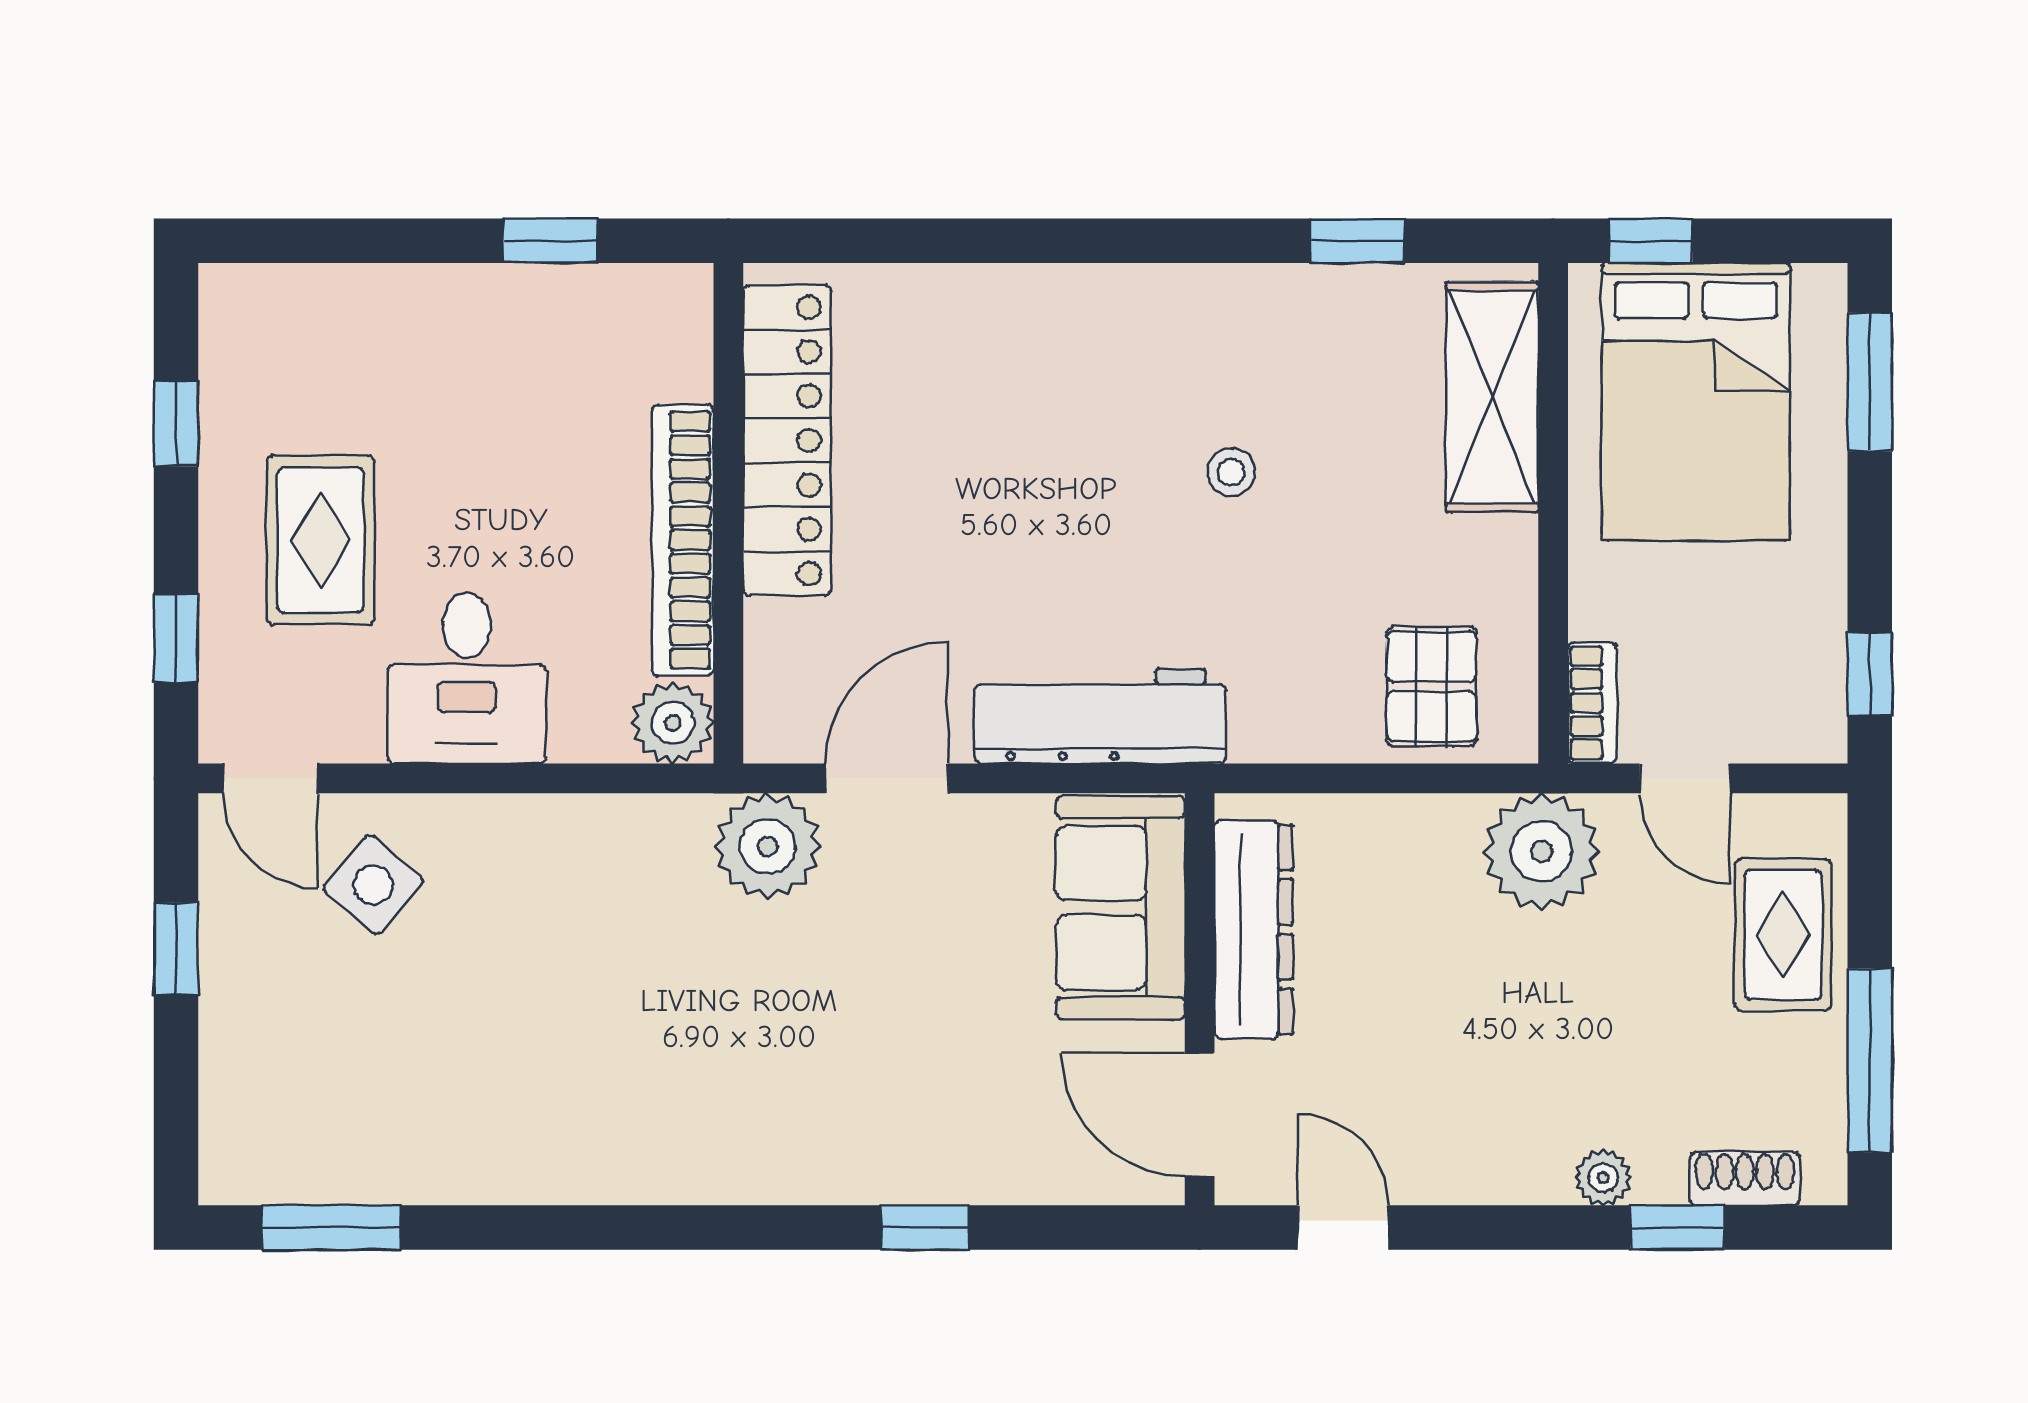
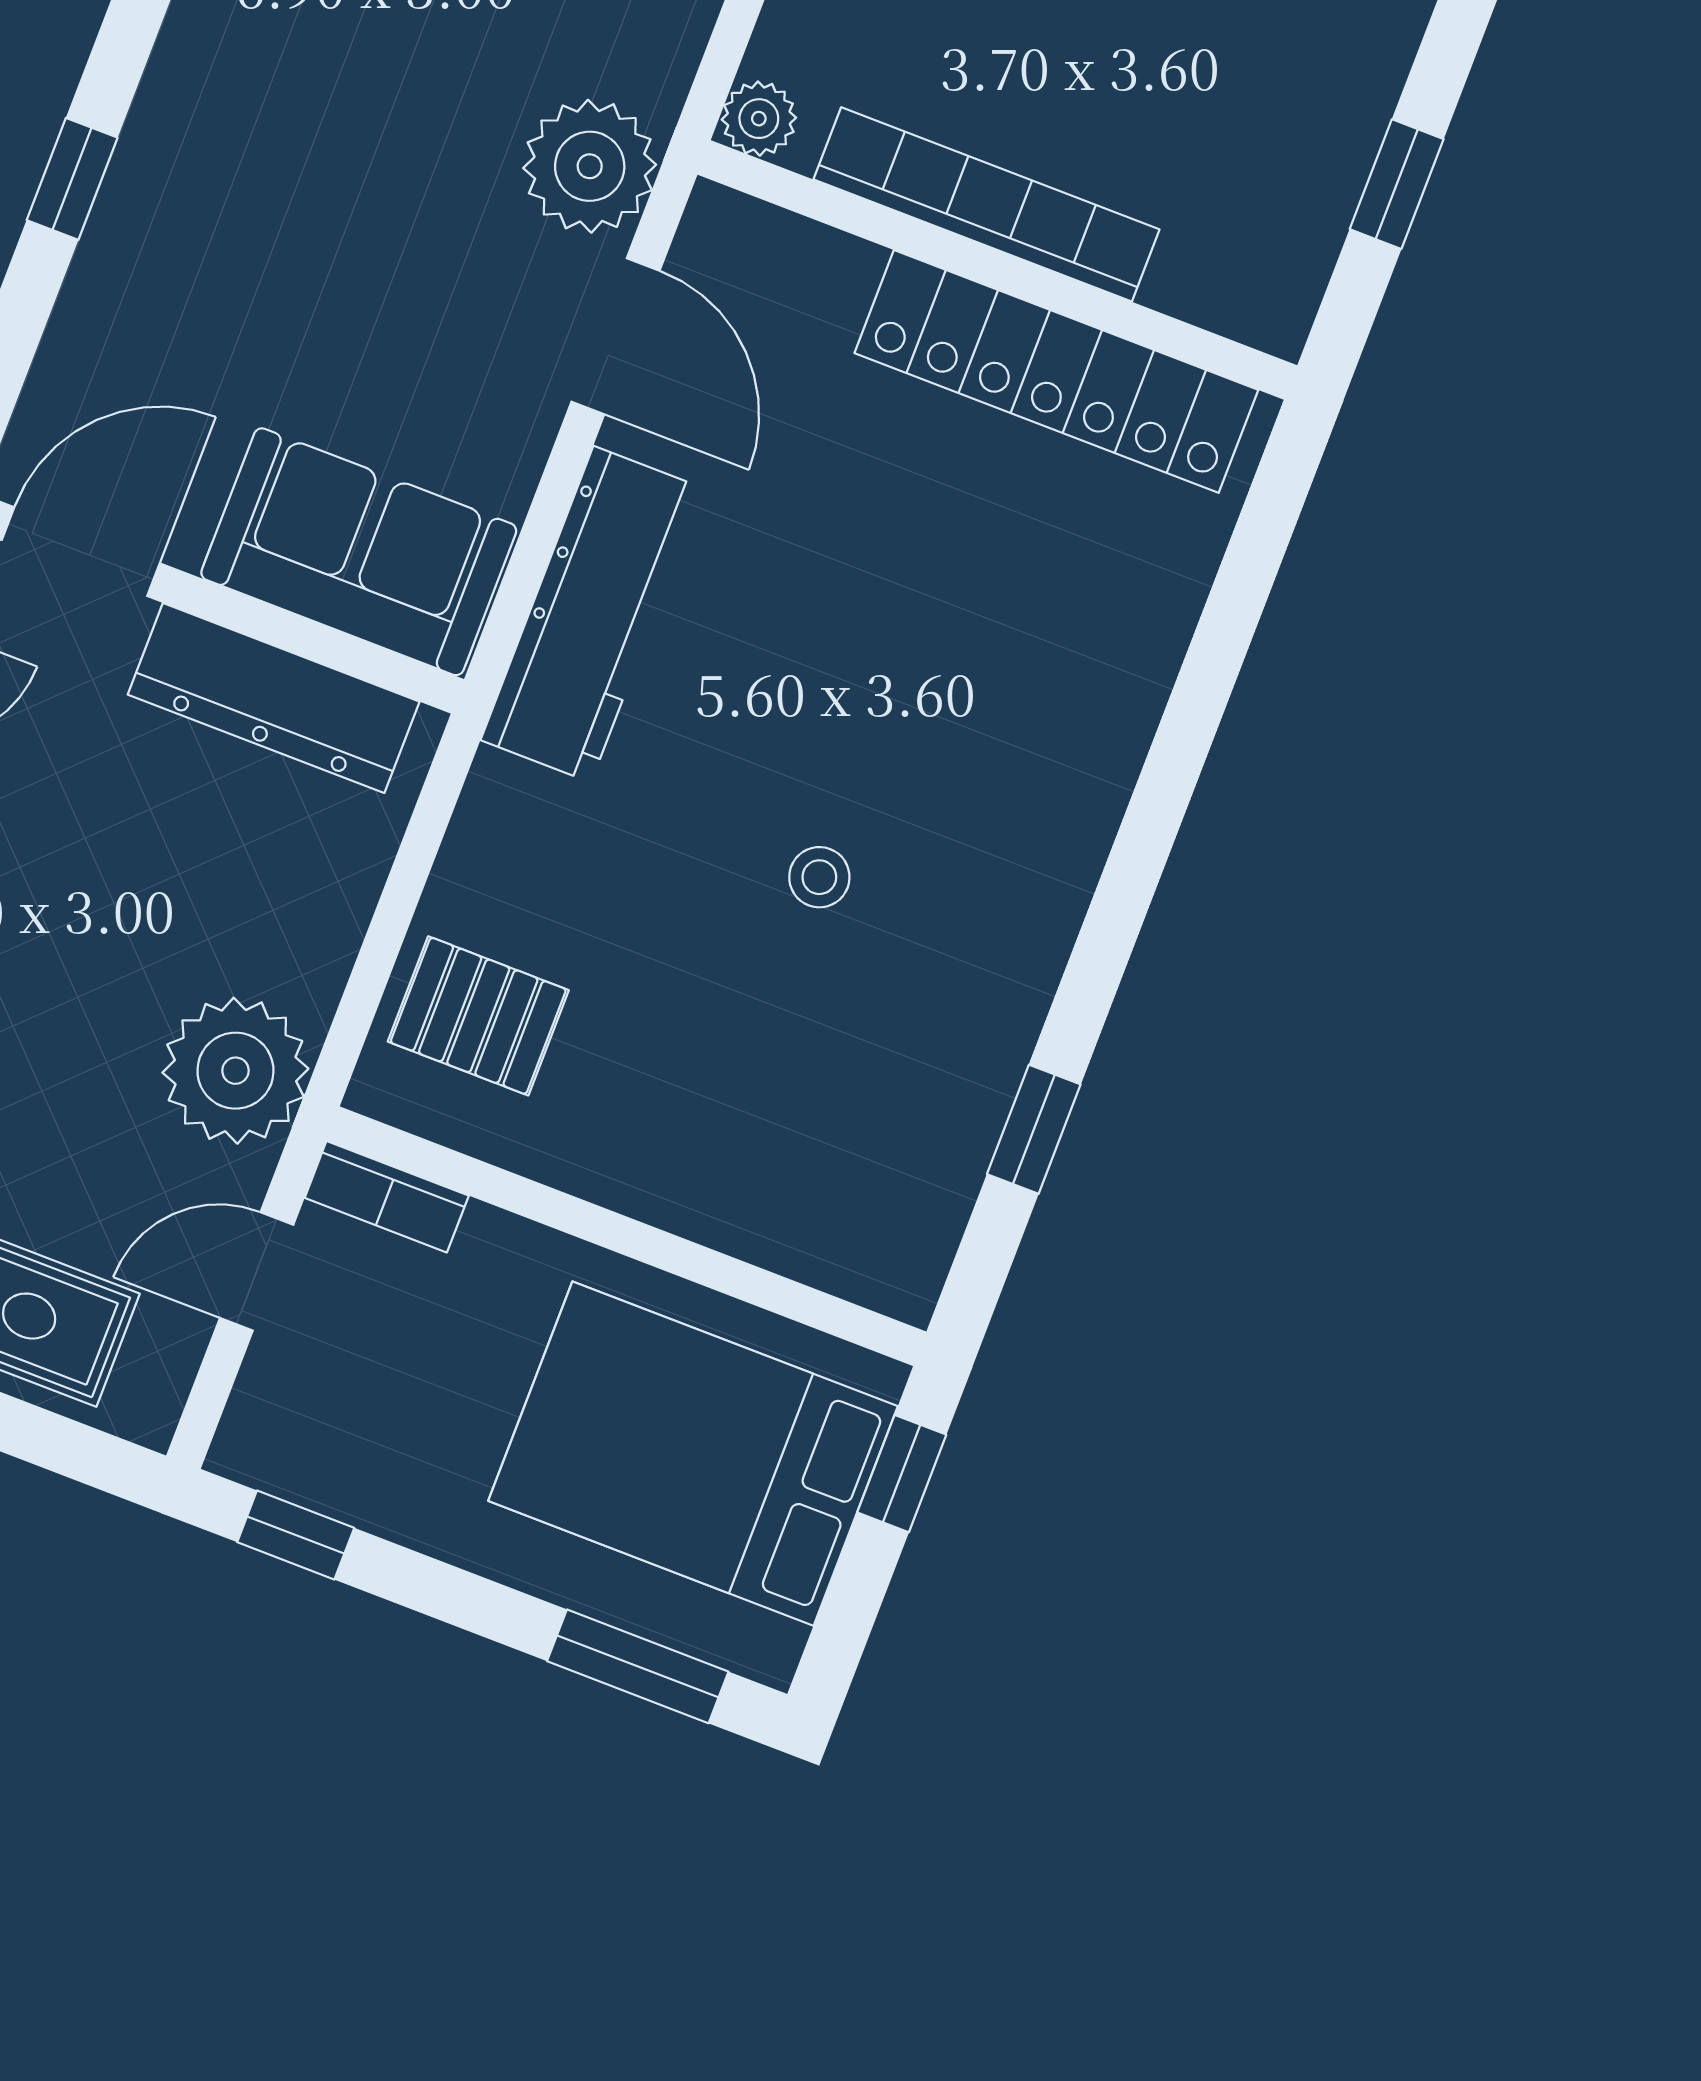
shelving: (1492, 397) -> (790, 1217), removed
plant: (673, 723) -> (759, 119), width x0.73, depth x0.73

